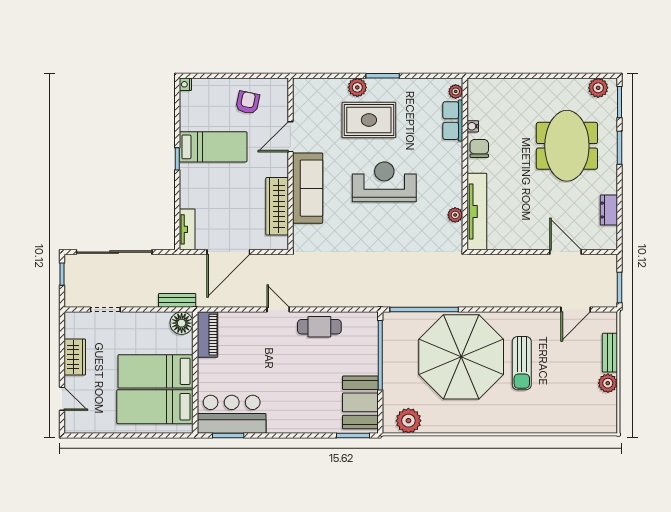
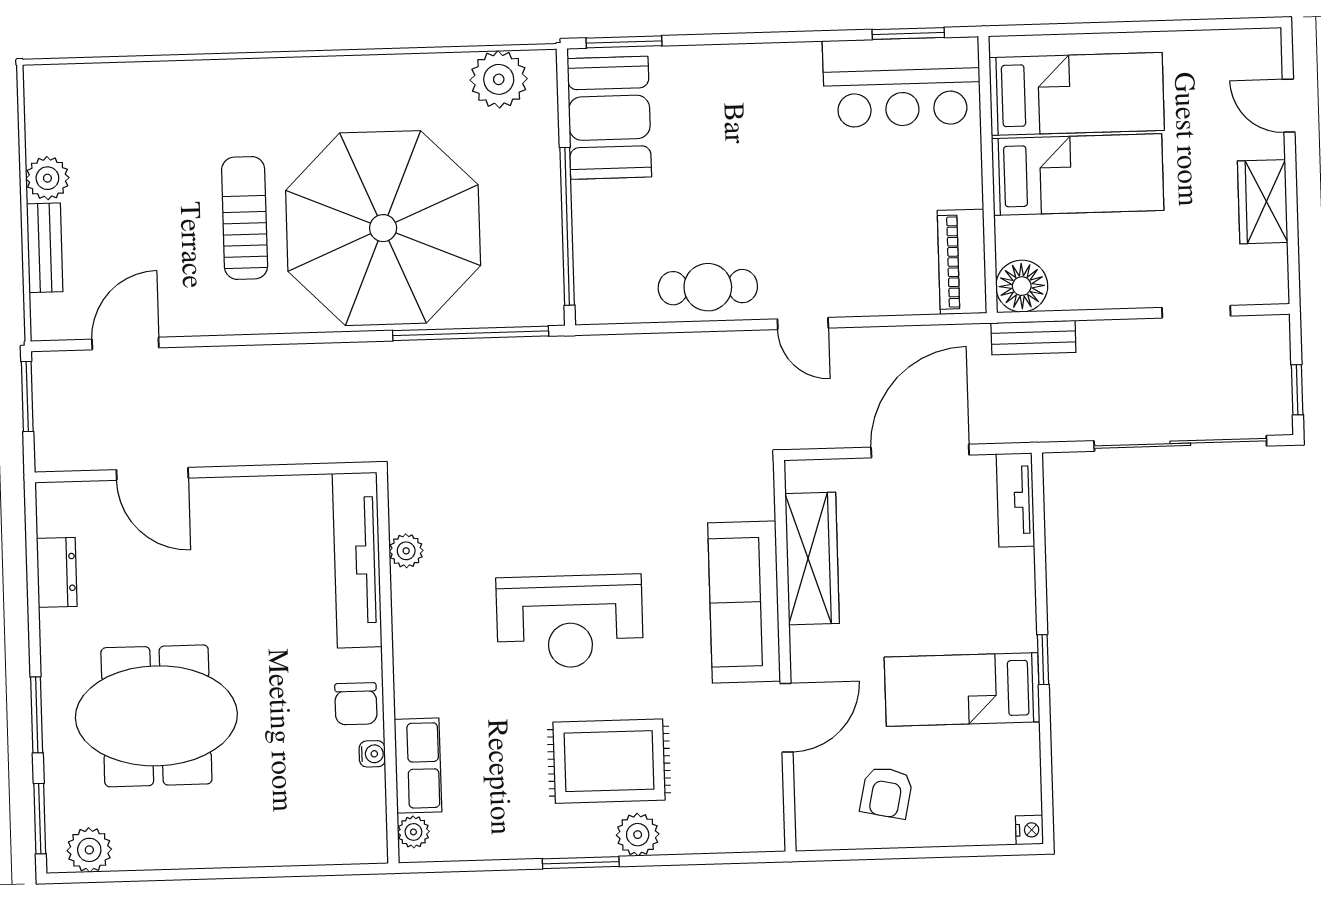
meeting table: (567, 146) -> (156, 716), turned 90

